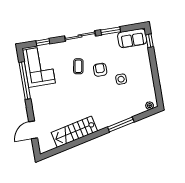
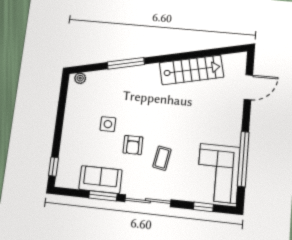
sofa: (132, 38) -> (100, 180), moved

